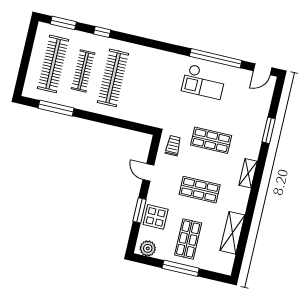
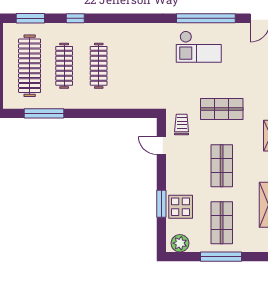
clothes rail: (113, 78) -> (99, 66), width x0.73, depth x0.76
door: (148, 172) -> (161, 145), moved
shop shelf: (200, 190) -> (222, 166), turned 90

